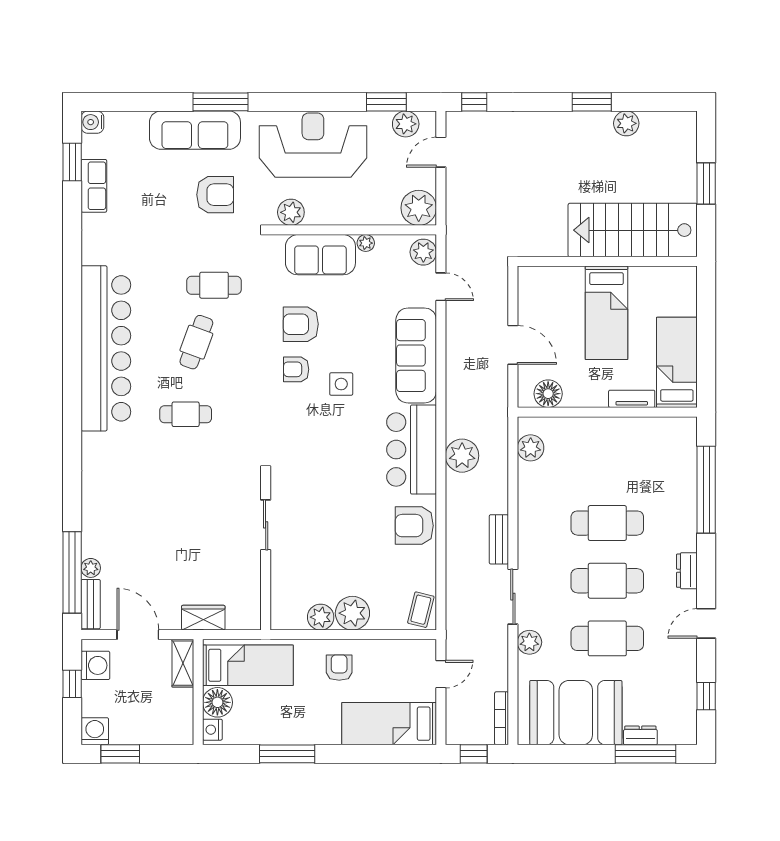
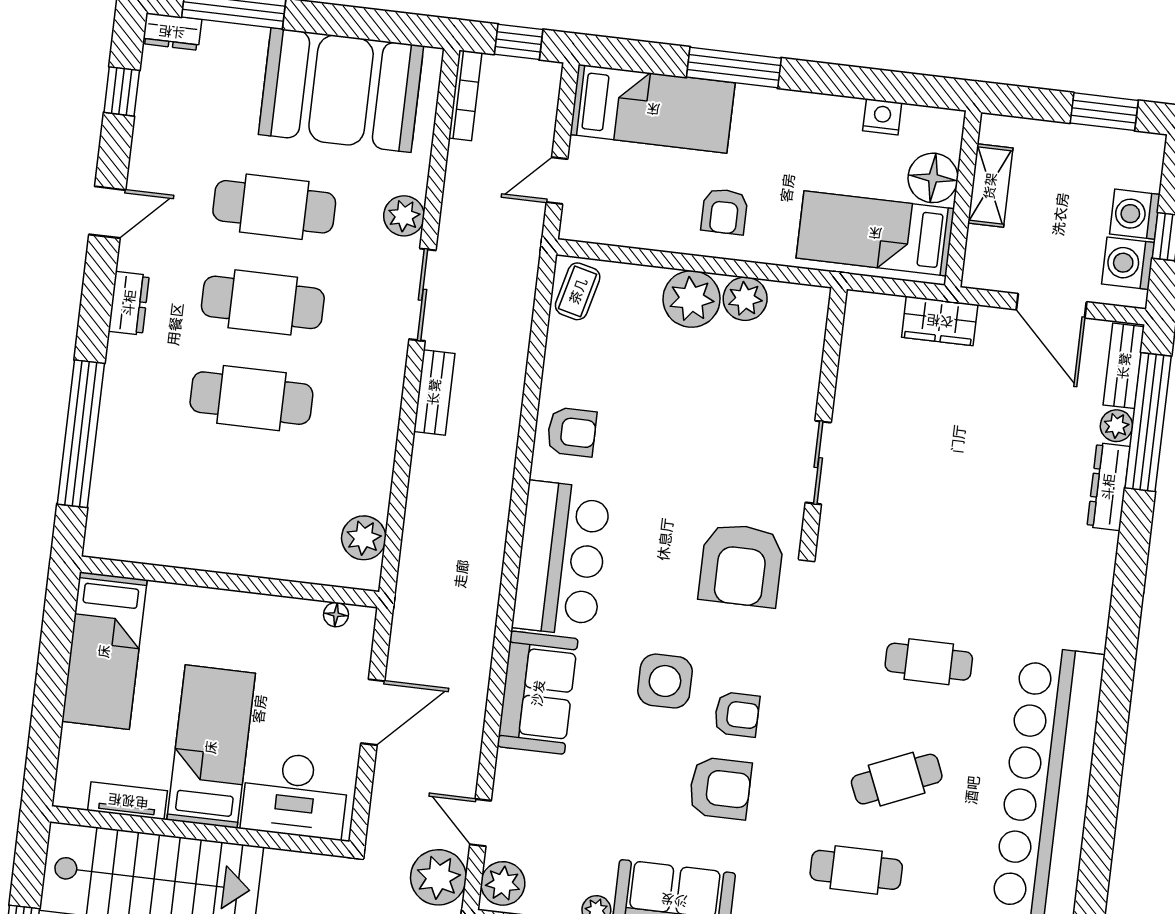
desk: (553, 290) -> (295, 795), added
cafe table: (196, 342) -> (897, 779), turned 47
door: (513, 345) -> (373, 712), swing flipped
sofa: (416, 355) -> (538, 693), width x0.73
side table: (341, 384) -> (665, 681), width x1.37, depth x1.37
floor lamp: (548, 394) -> (336, 615), width x0.53, depth x0.53
tv unit: (632, 399) -> (128, 801), moved, turned 180
plant: (462, 456) -> (438, 877), moved
armchair: (304, 458) -> (741, 565), added
armchair: (414, 526) -> (572, 432), width x0.72, depth x0.72
dresser: (91, 531) -> (1108, 487), added
shelving: (183, 663) -> (990, 186), moved
nightstand: (212, 730) -> (882, 117), moved, turned -90
washing machine: (95, 731) -> (1135, 214), moved, turned 90
dresser: (640, 735) -> (172, 32), moved
window: (287, 754) -> (734, 68), moved

